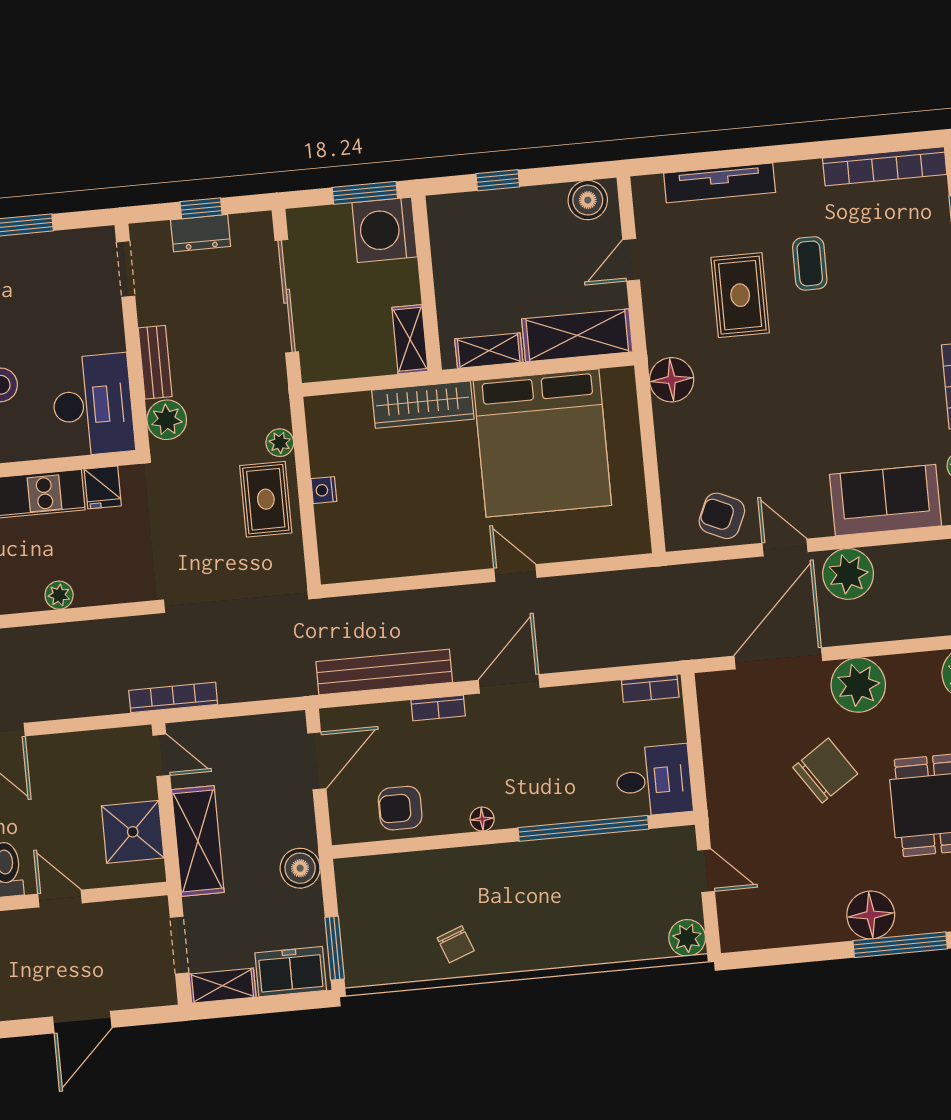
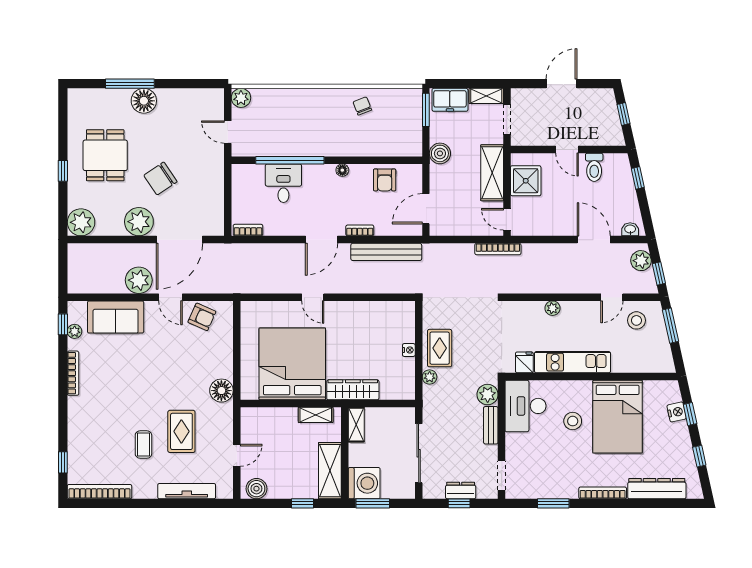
shelving: (577, 335) -> (330, 471), moved, turned 90
desk: (654, 781) -> (283, 183), moved, turned 90
armchair: (400, 808) -> (385, 180), turned 90

